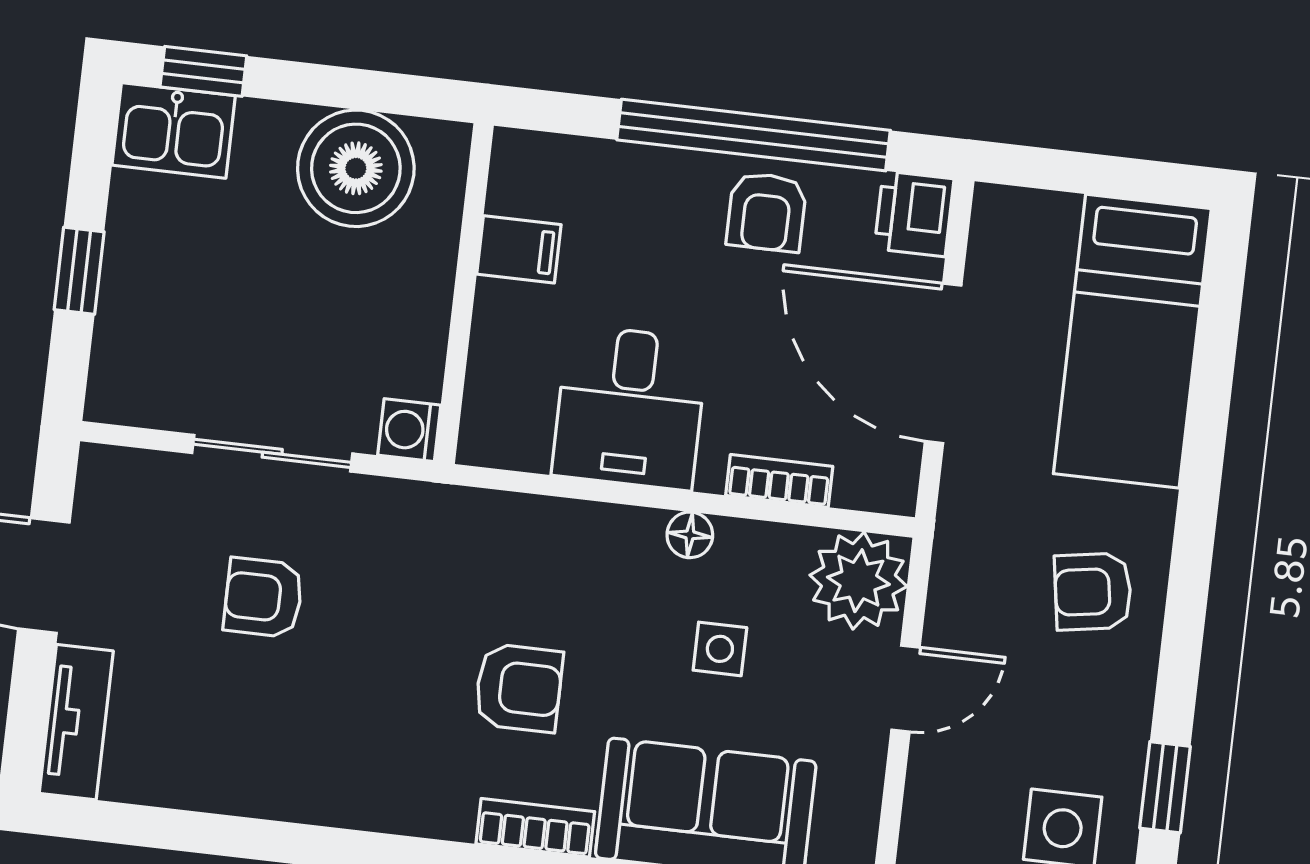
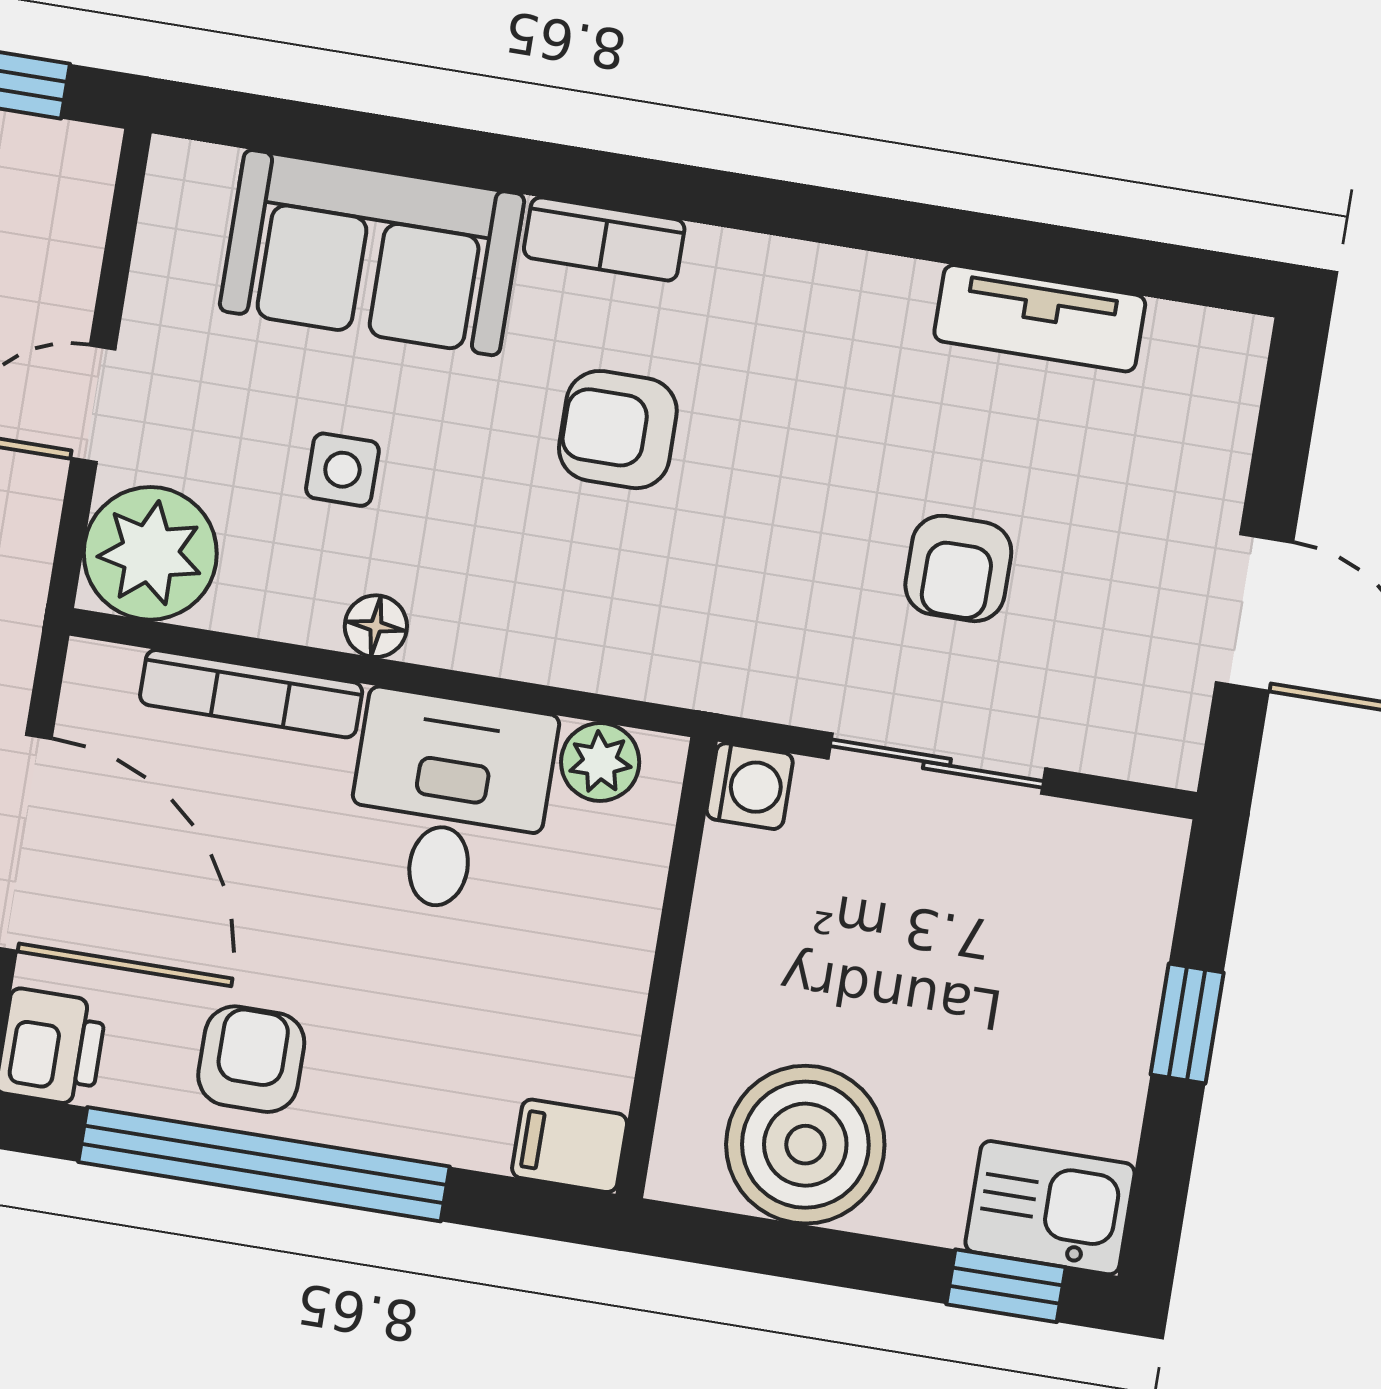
filing cabinet: (519, 249) -> (570, 1146), moved
plant: (520, 443) -> (600, 762), added
bookcase: (779, 481) -> (251, 694), width x1.56
armchair: (263, 598) -> (958, 568), turned 90
tv unit: (76, 722) -> (1040, 318), moved, turned -90

